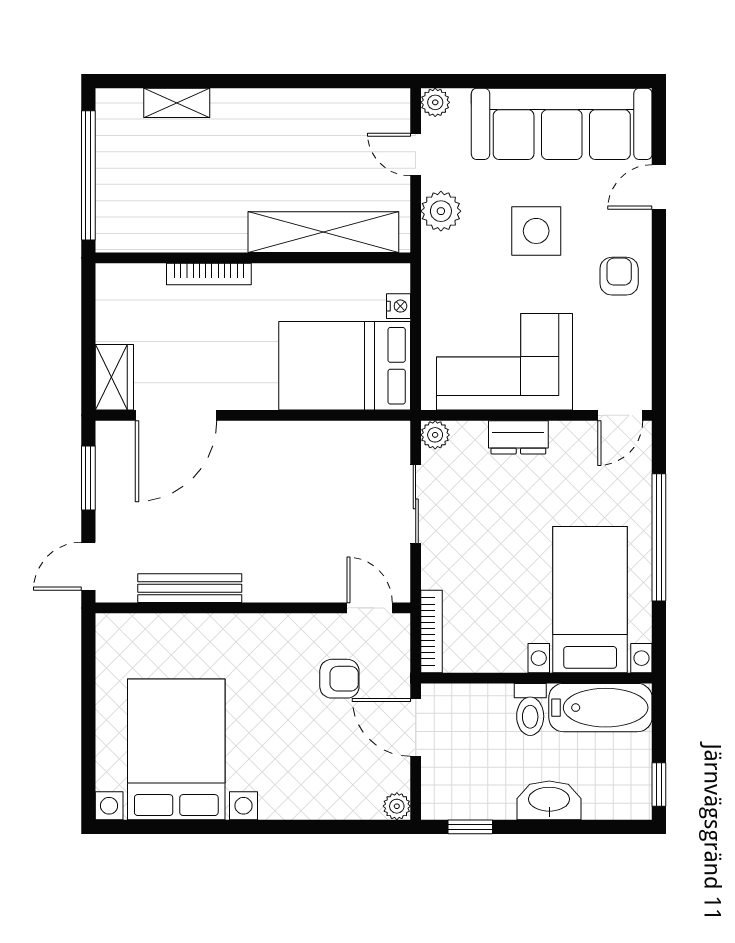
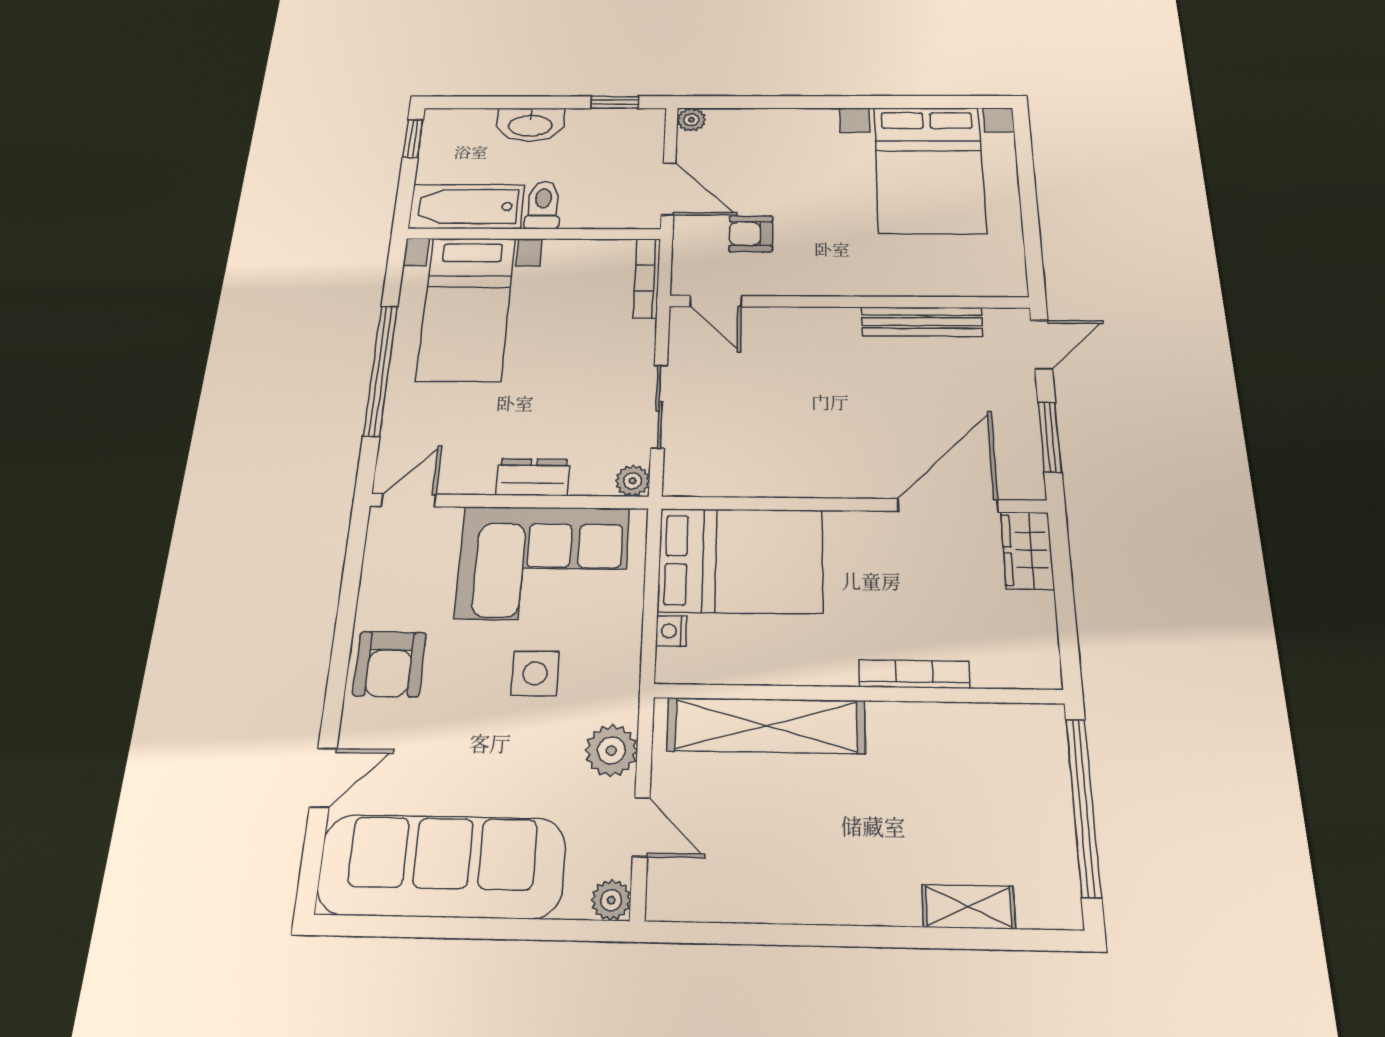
side table: (536, 231) -> (535, 673), moved, width x0.73, depth x0.73
armchair: (619, 276) -> (390, 664), width x1.38, depth x1.38

